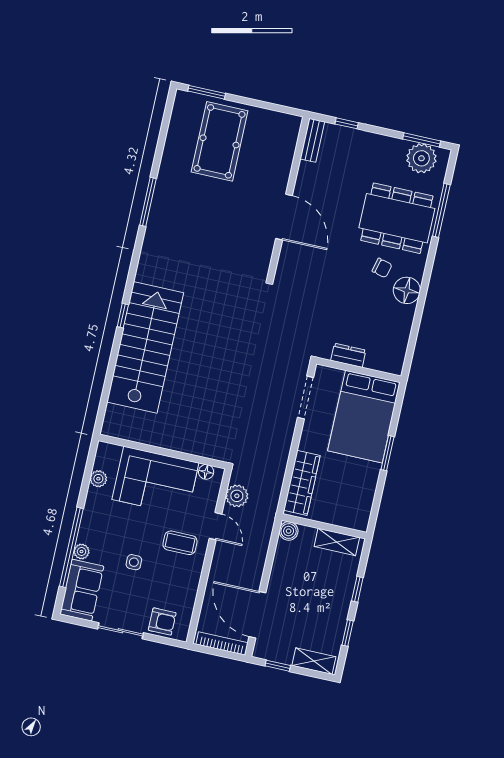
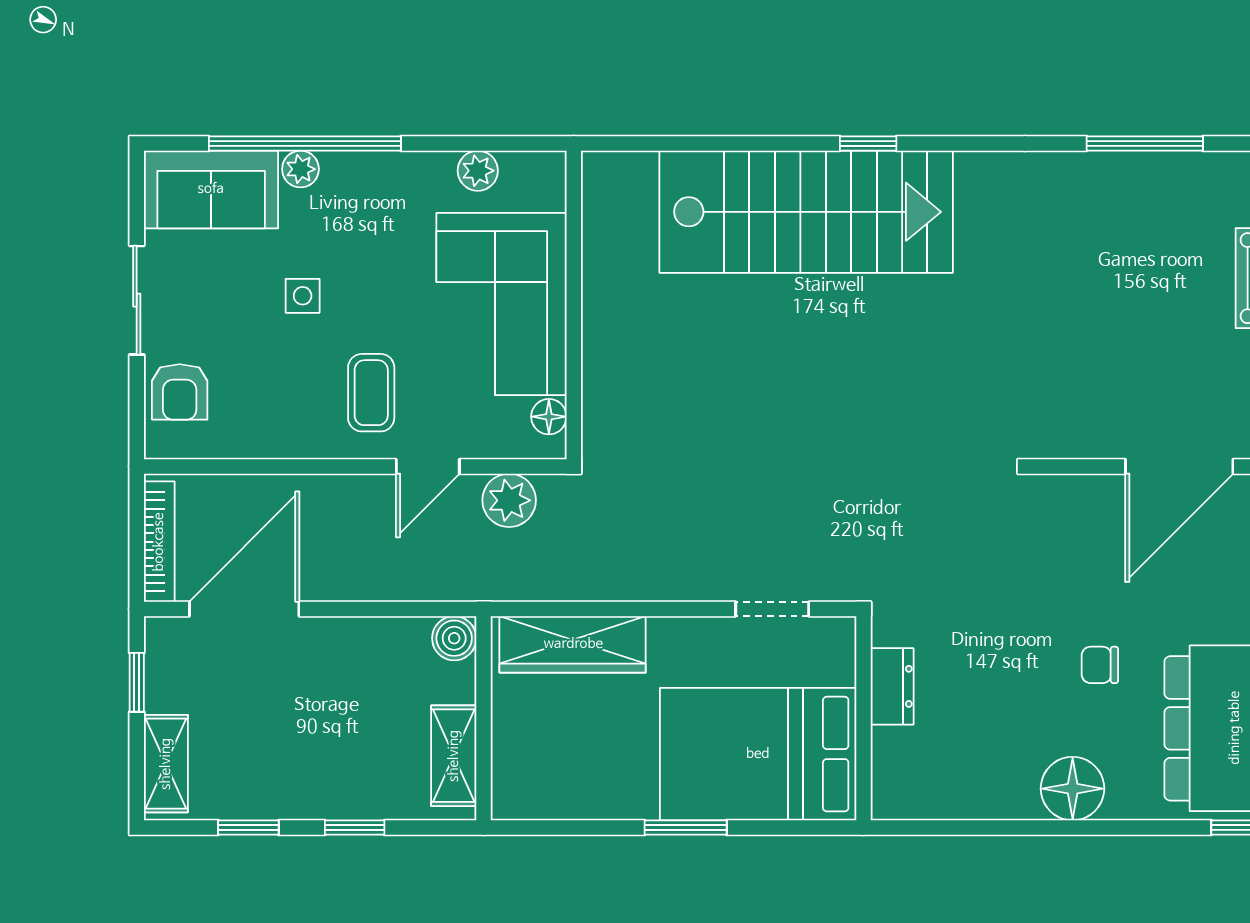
chair: (382, 268) -> (1100, 665), moved, turned 76
doorway: (306, 398) -> (772, 609), width x0.73

